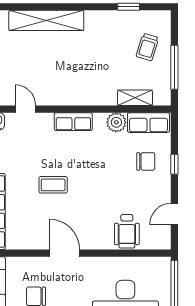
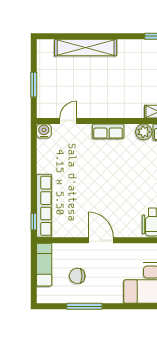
door: (25, 109) -> (68, 121), hinge flipped
coffee table: (53, 185) -> (91, 184), removed

